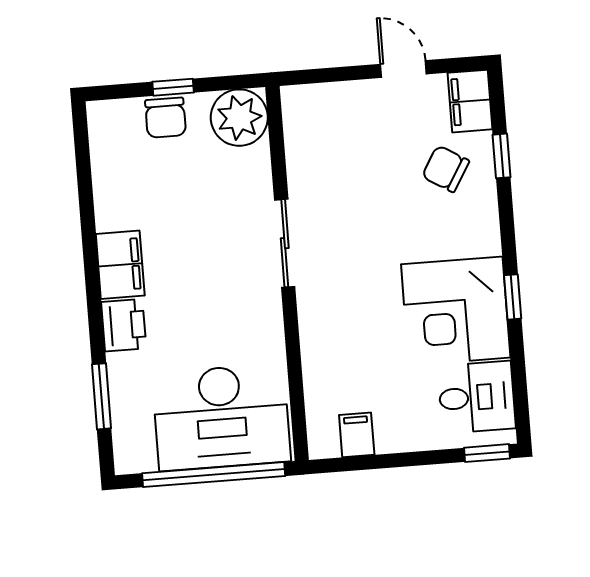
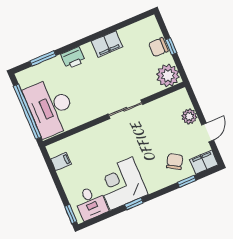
plant: (352, 99) -> (189, 116), added
filing cabinet: (120, 265) -> (107, 44), moved

